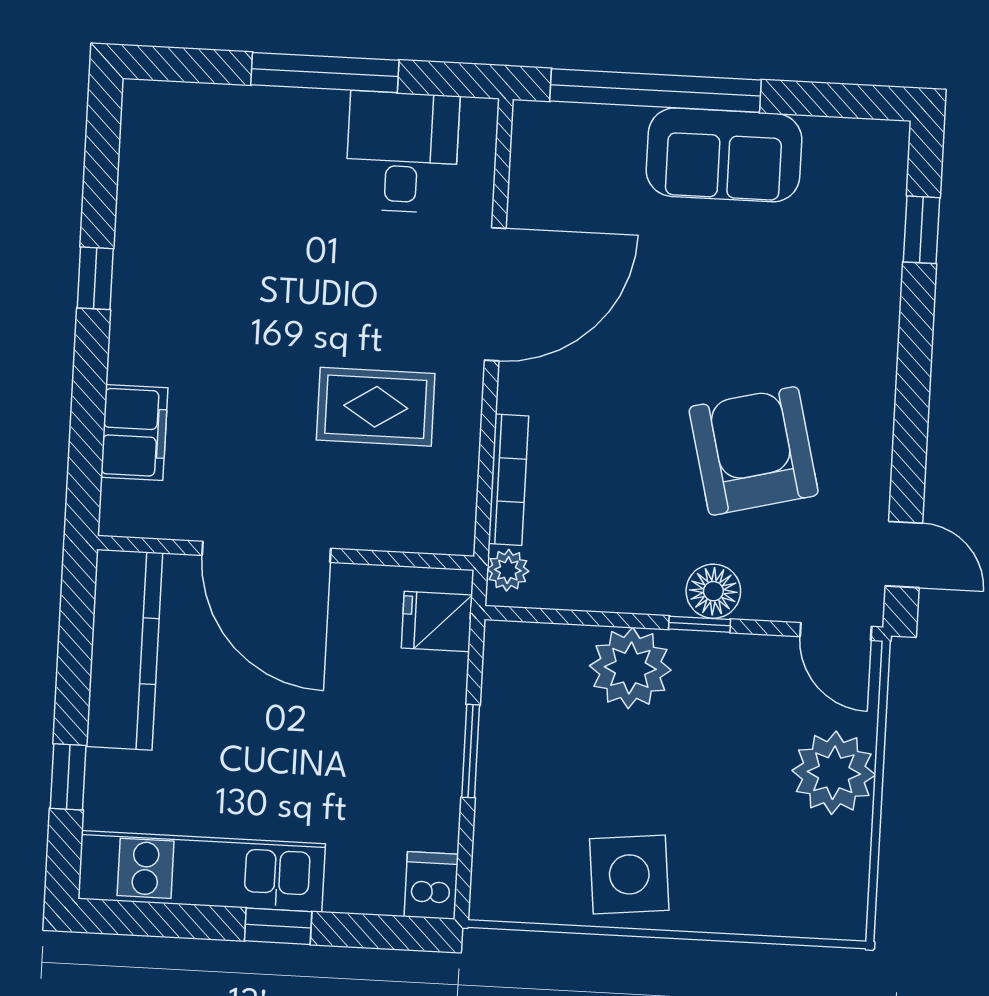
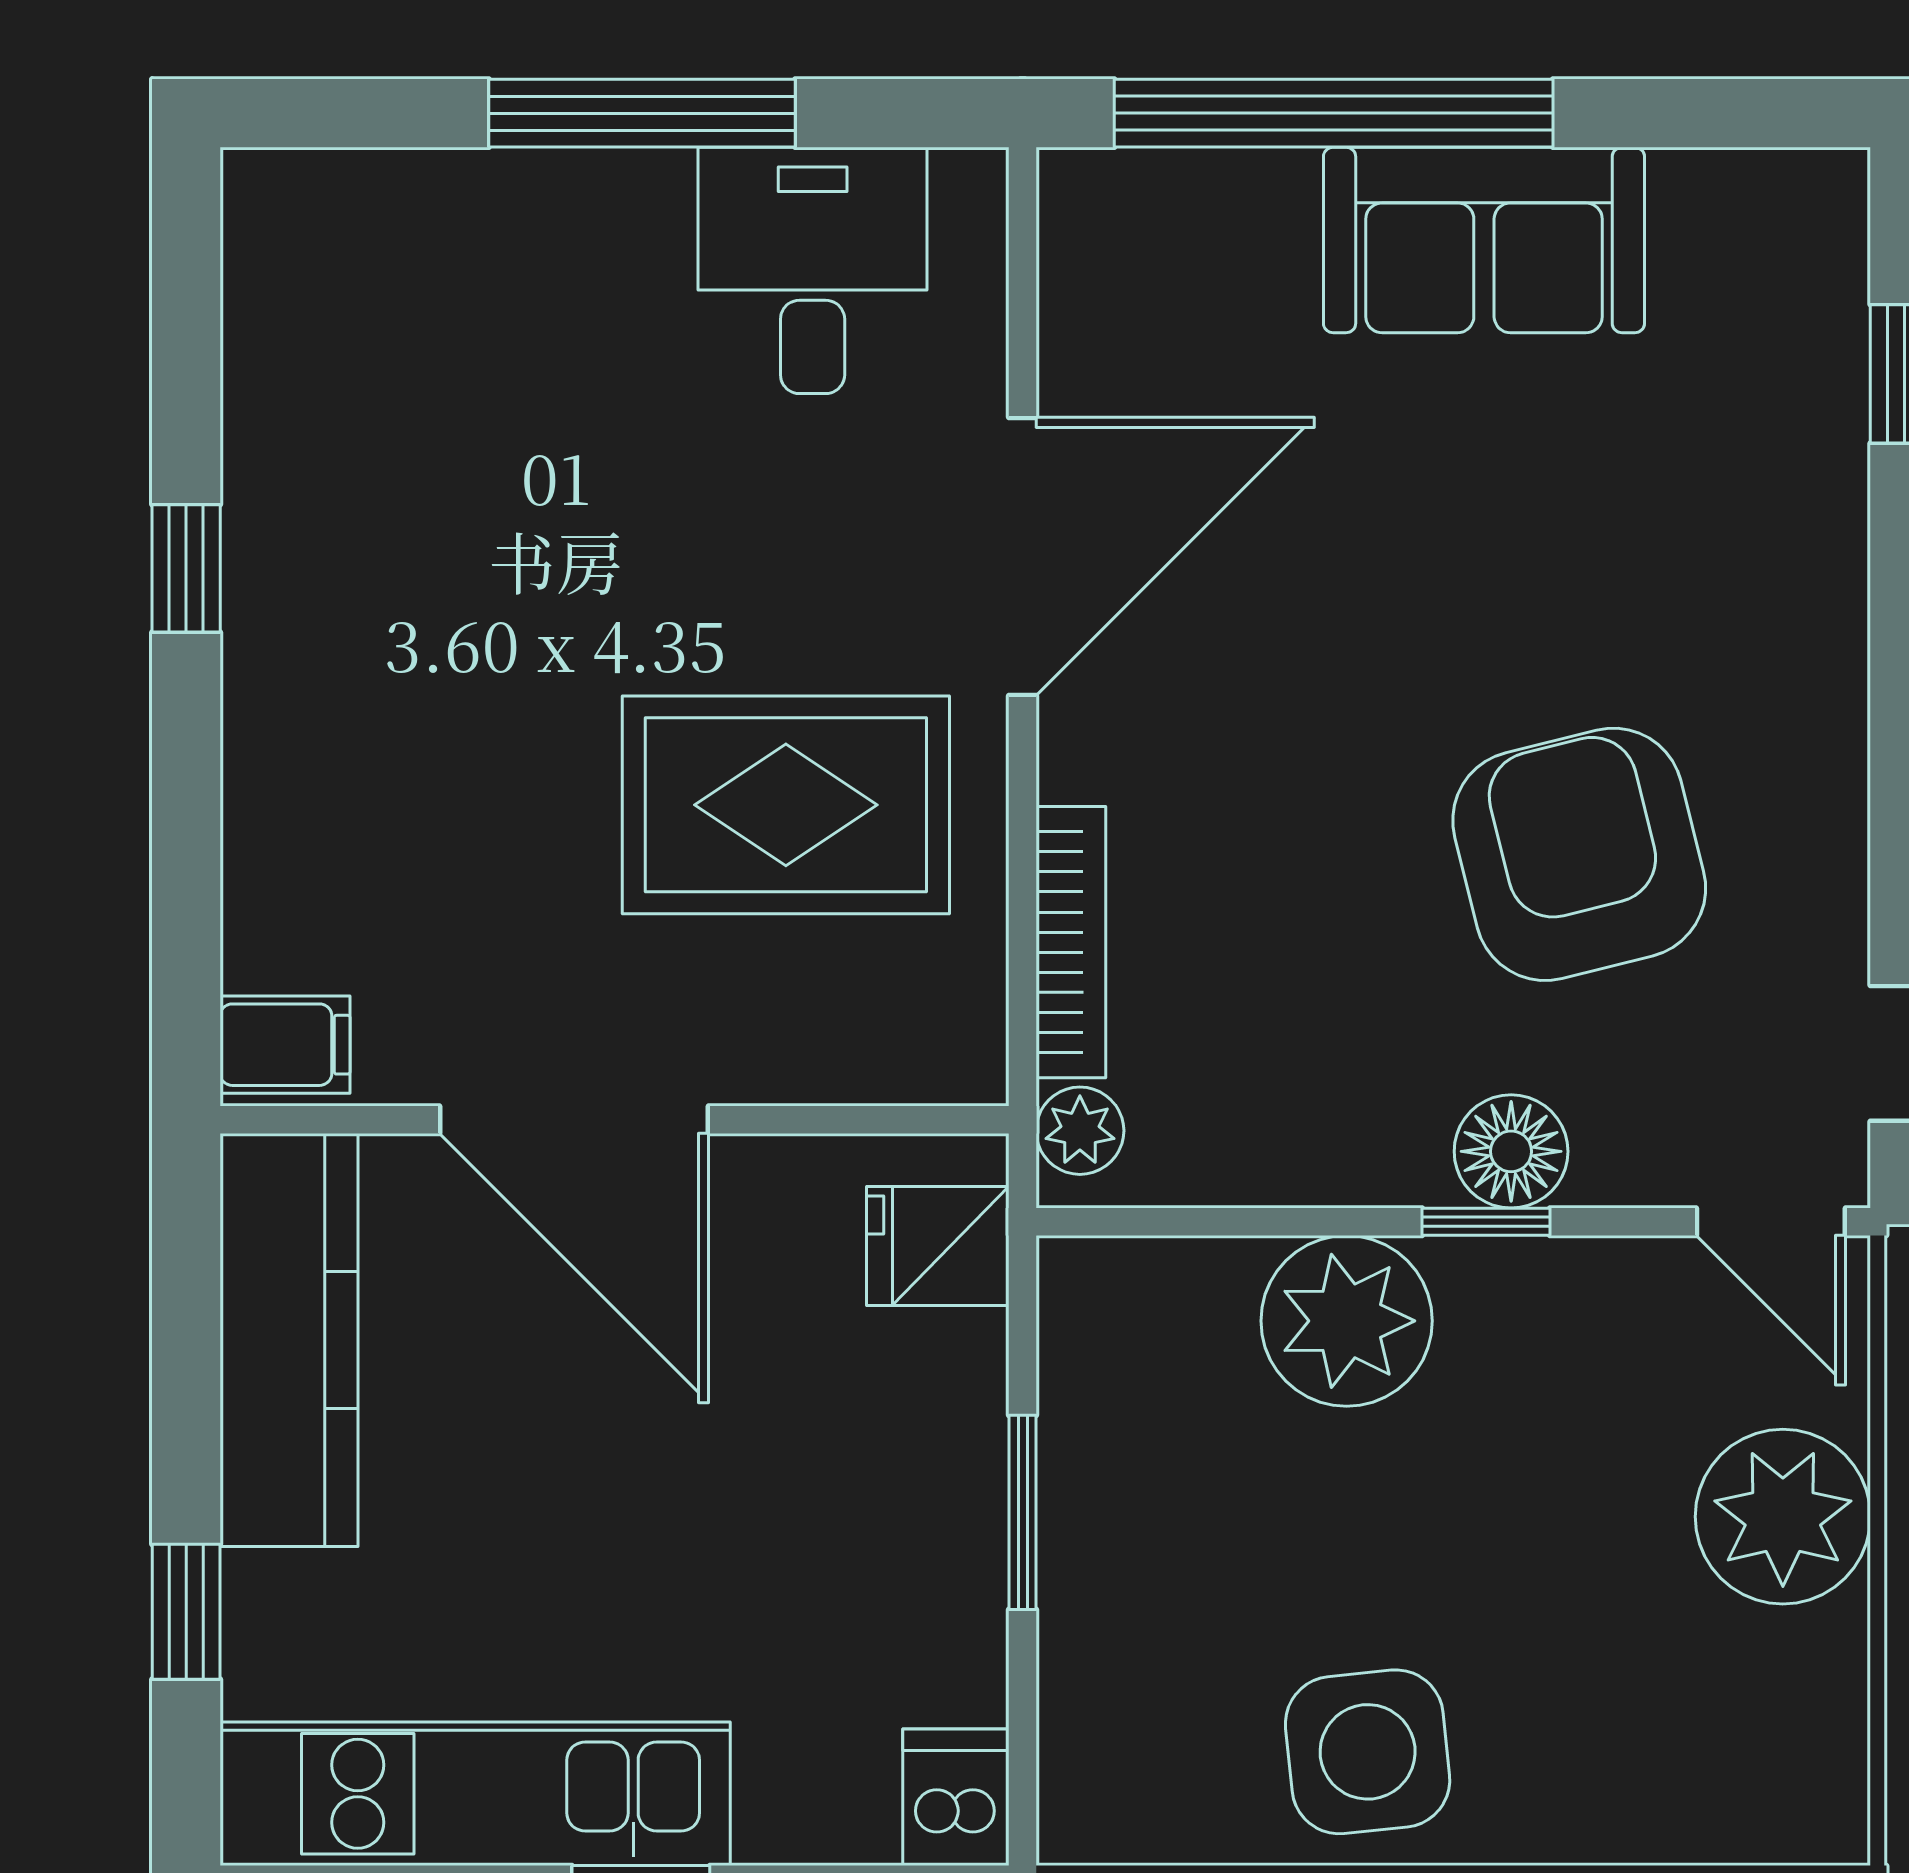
rug: (376, 407) -> (786, 805), width x1.36, depth x1.43
filing cabinet: (134, 432) -> (285, 1045), moved, width x0.50

